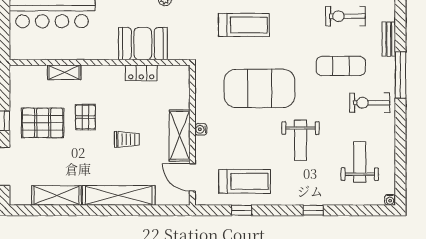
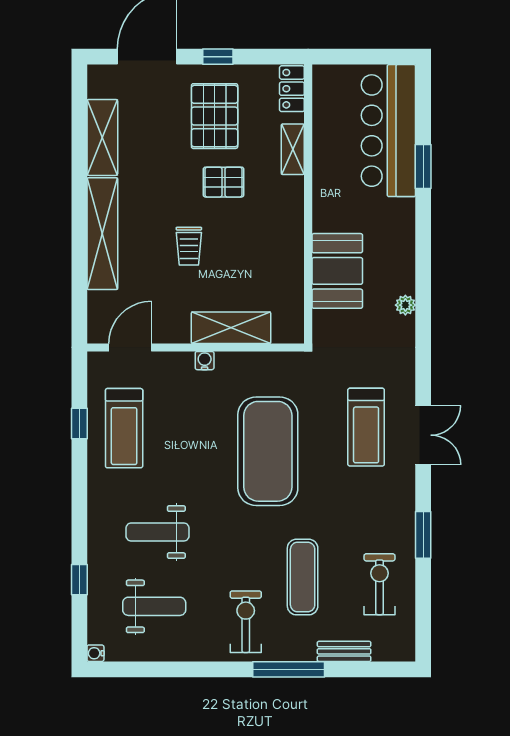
locker: (141, 73) -> (292, 89), moved
shelving: (180, 136) -> (231, 328), moved
weight bench: (301, 140) -> (157, 532), moved
window: (313, 210) -> (79, 580), moved

